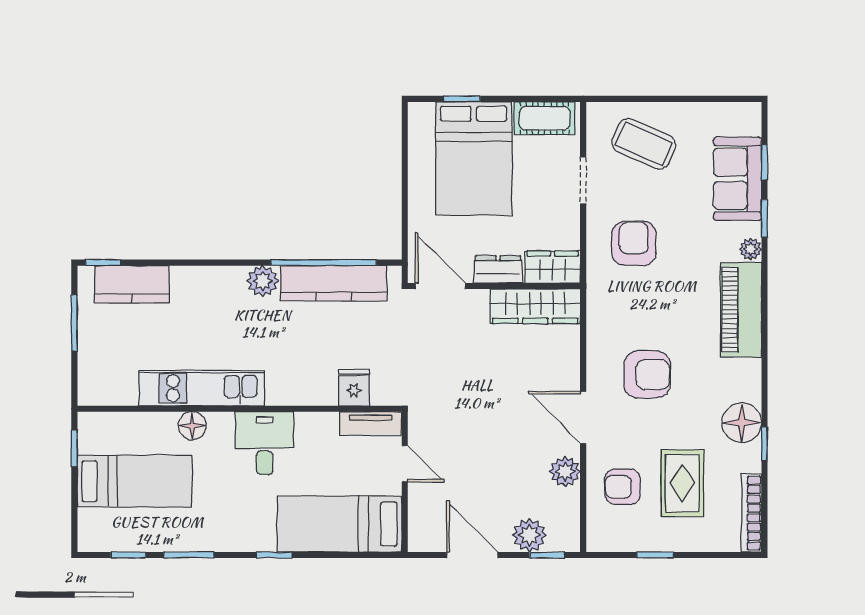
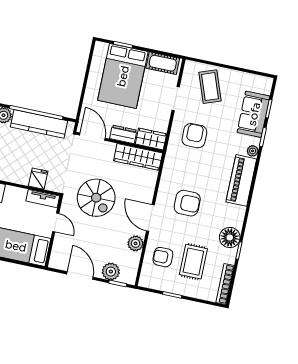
coffee table: (644, 144) -> (210, 87), turned 46
spiral stairs: (472, 401) -> (96, 198), added

